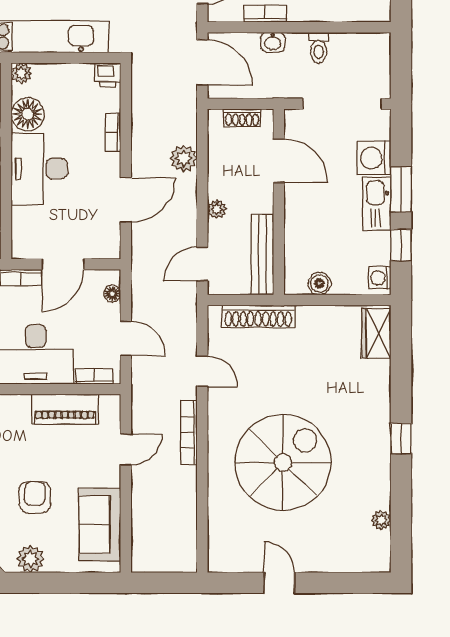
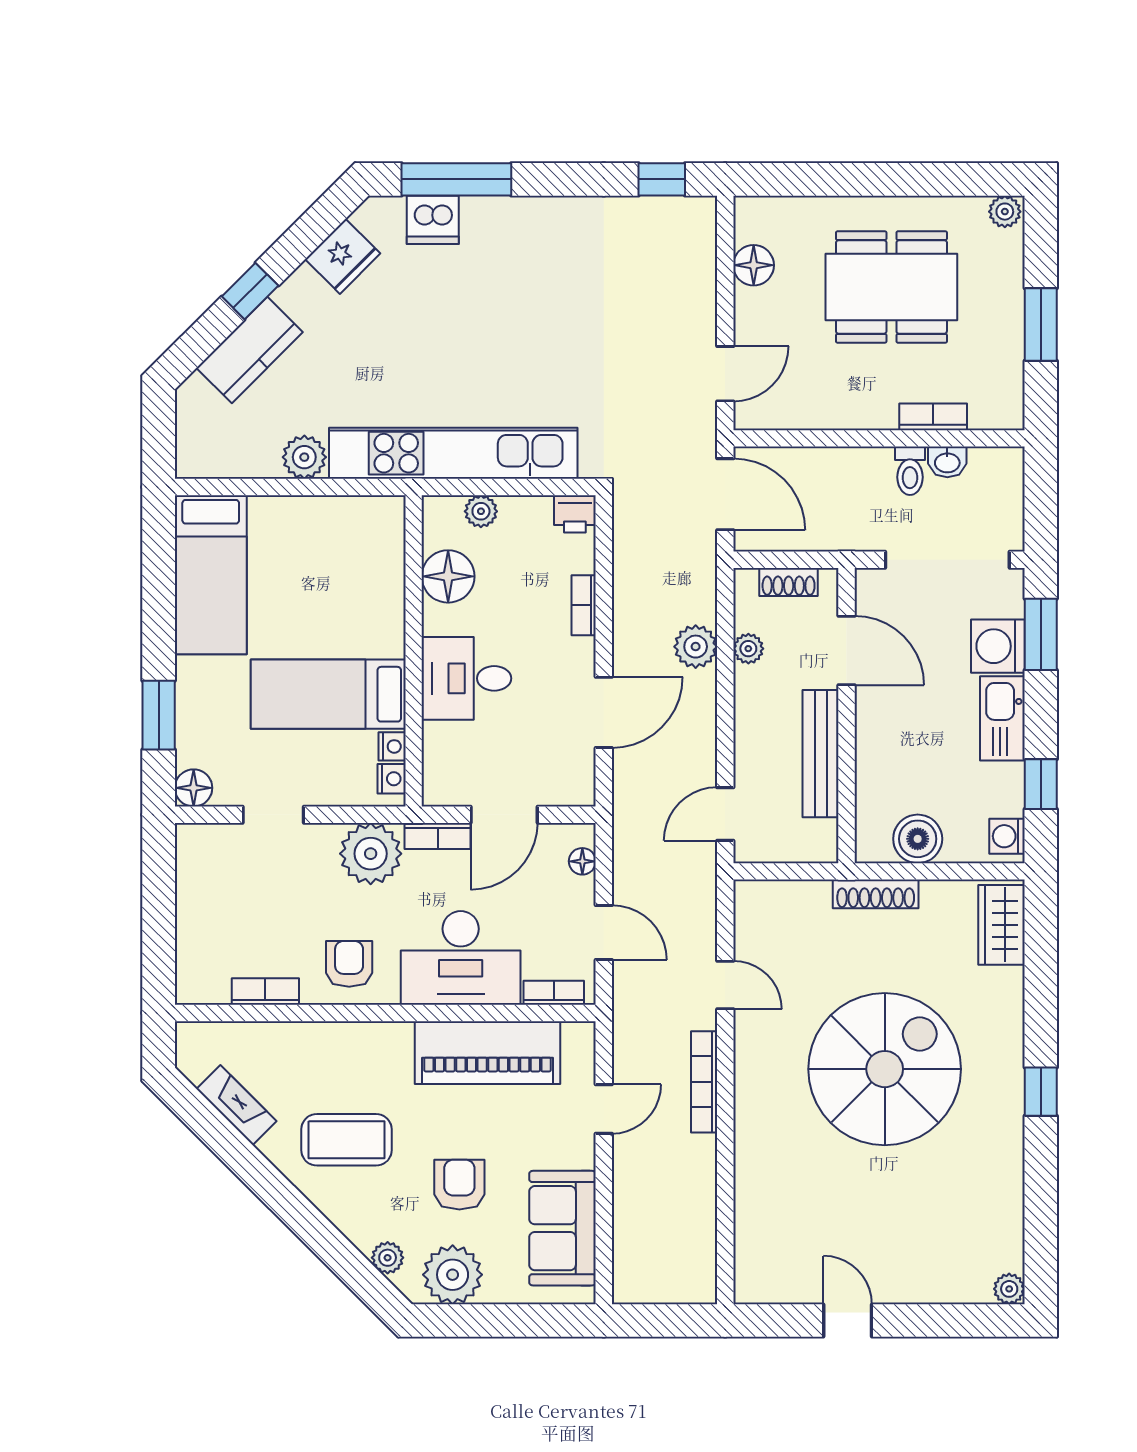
bookcase: (265, 14) -> (933, 417), moved
washbasin: (273, 42) -> (947, 462), moved
plant: (21, 73) -> (481, 511), moved
desk: (39, 169) -> (466, 678), width x0.73
window: (401, 189) -> (1041, 634), moved
plant: (217, 209) -> (748, 649), moved
bench: (262, 255) -> (821, 754), moved
boiler: (319, 284) -> (918, 839), width x1.36, depth x1.36
shoe rack: (258, 316) -> (876, 894), moved, width x0.74, depth x0.81
piano: (65, 409) -> (487, 1053), width x1.37, depth x1.33
spiral stairs: (283, 462) -> (885, 1069), moved
plant: (381, 520) -> (1009, 1289), moved
plant: (31, 559) -> (453, 1275), width x1.36, depth x1.36

